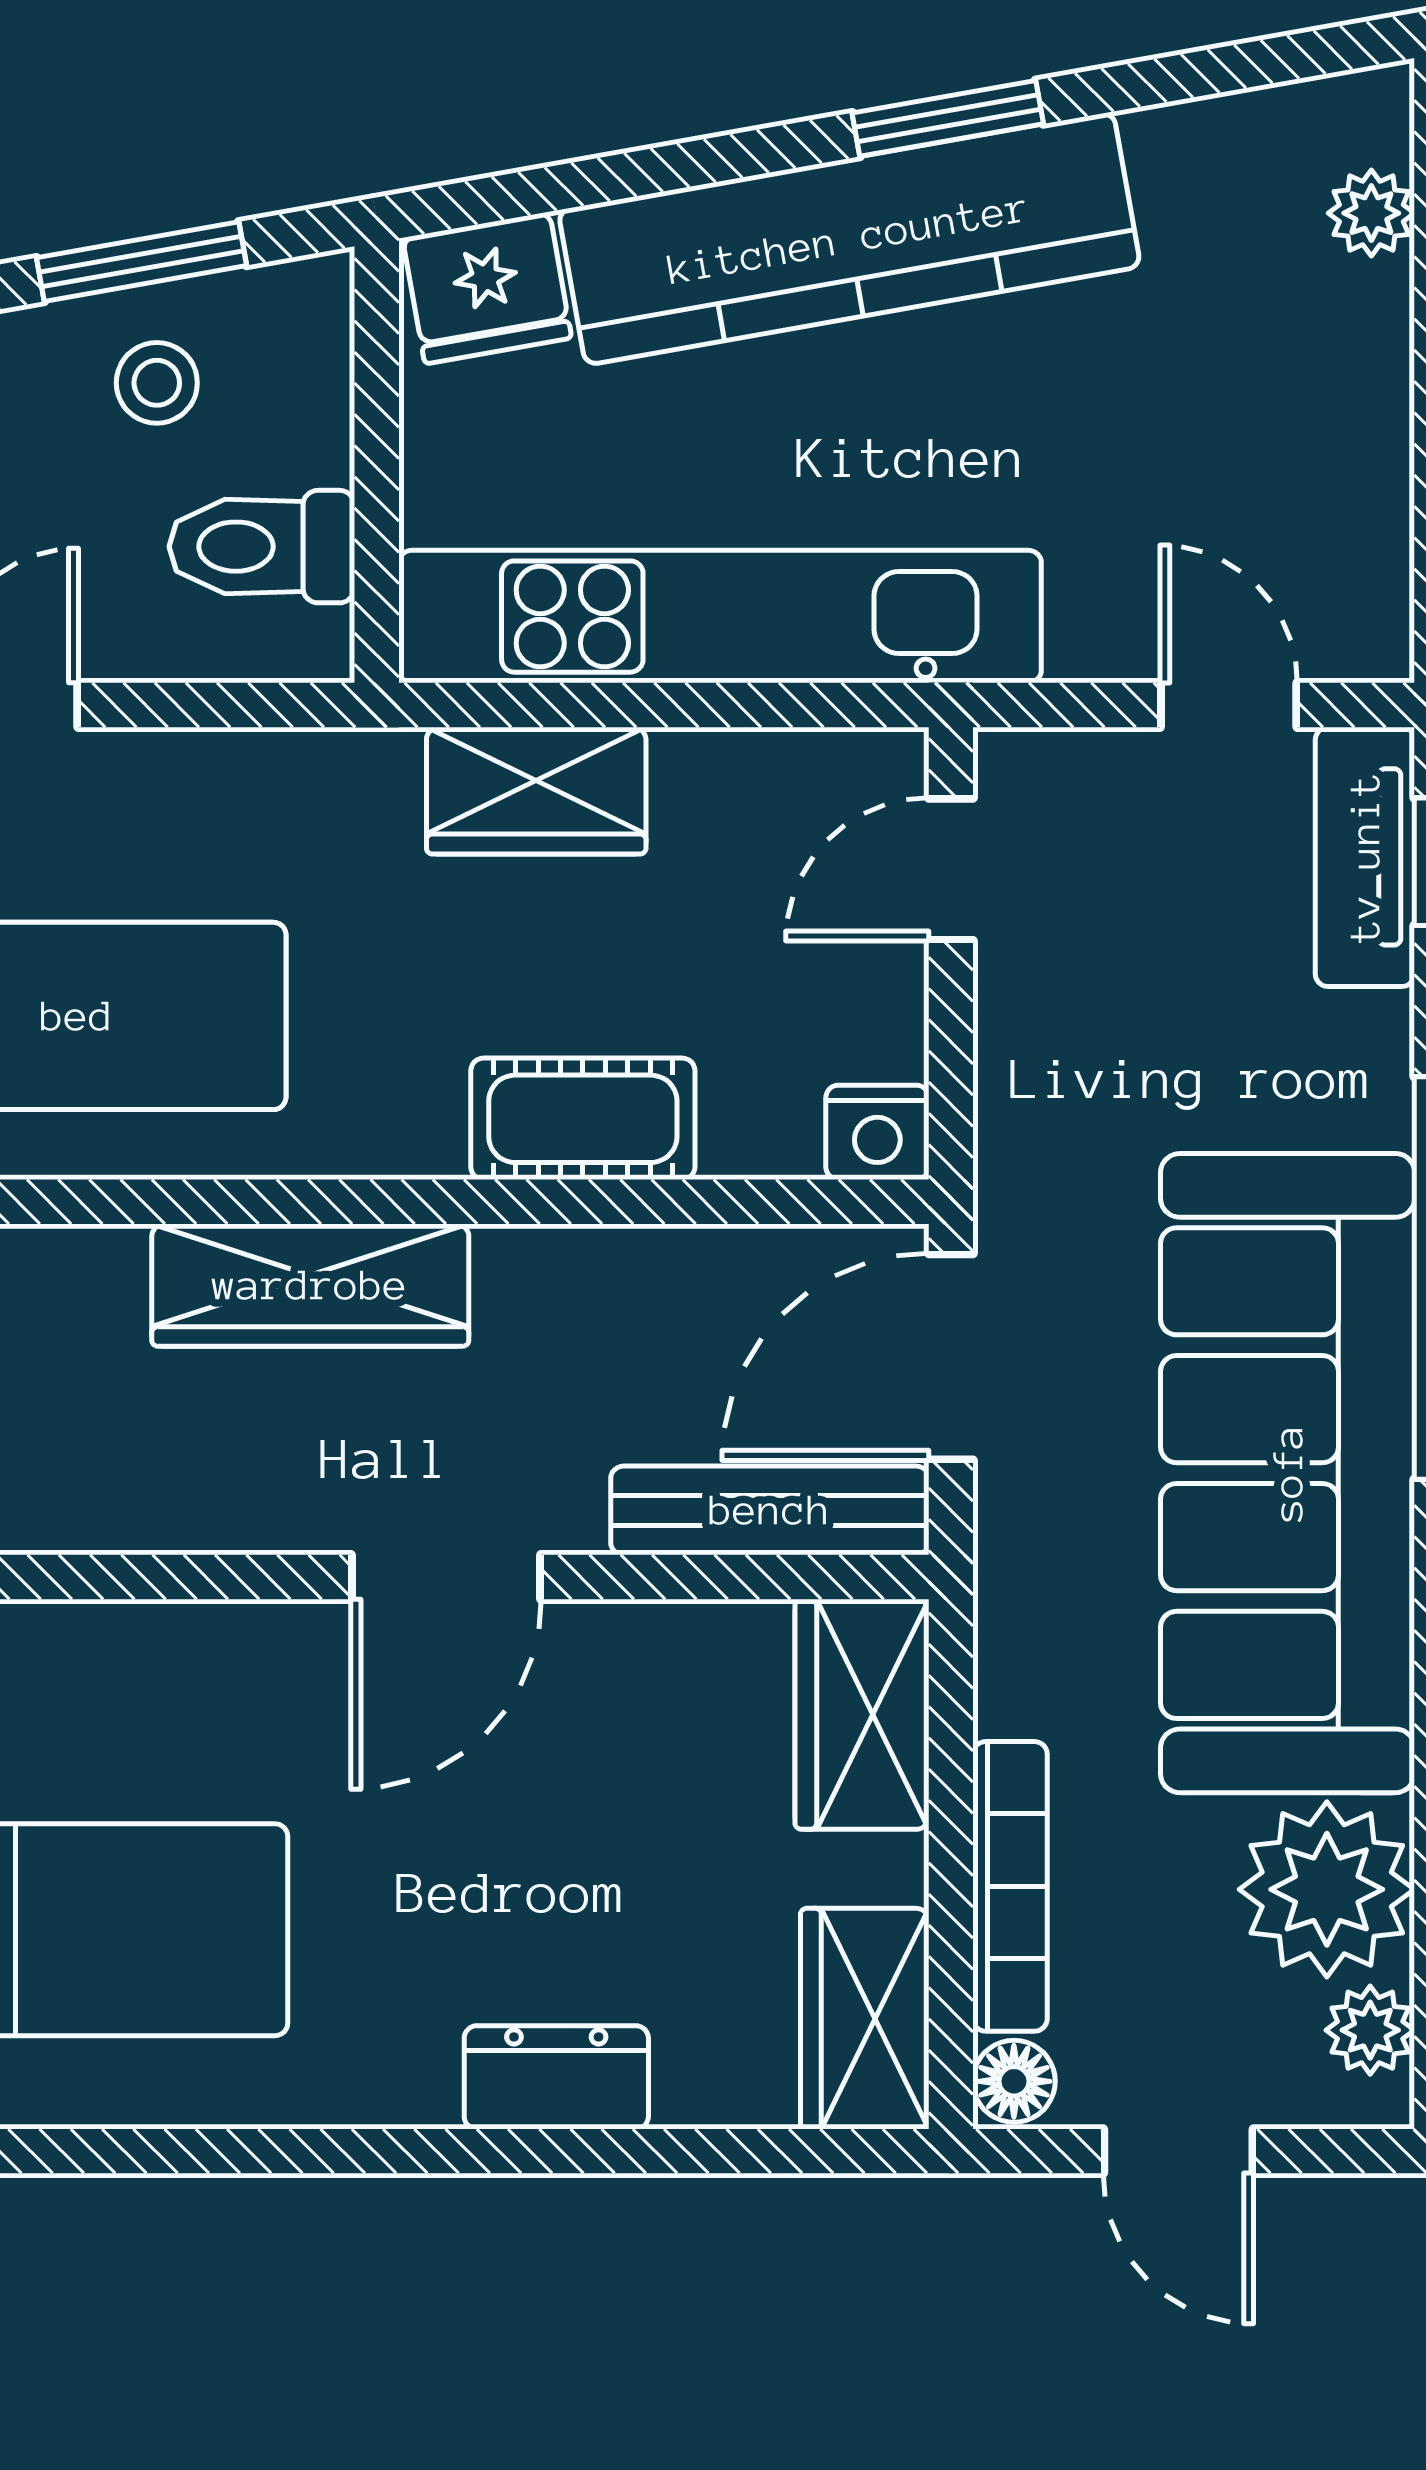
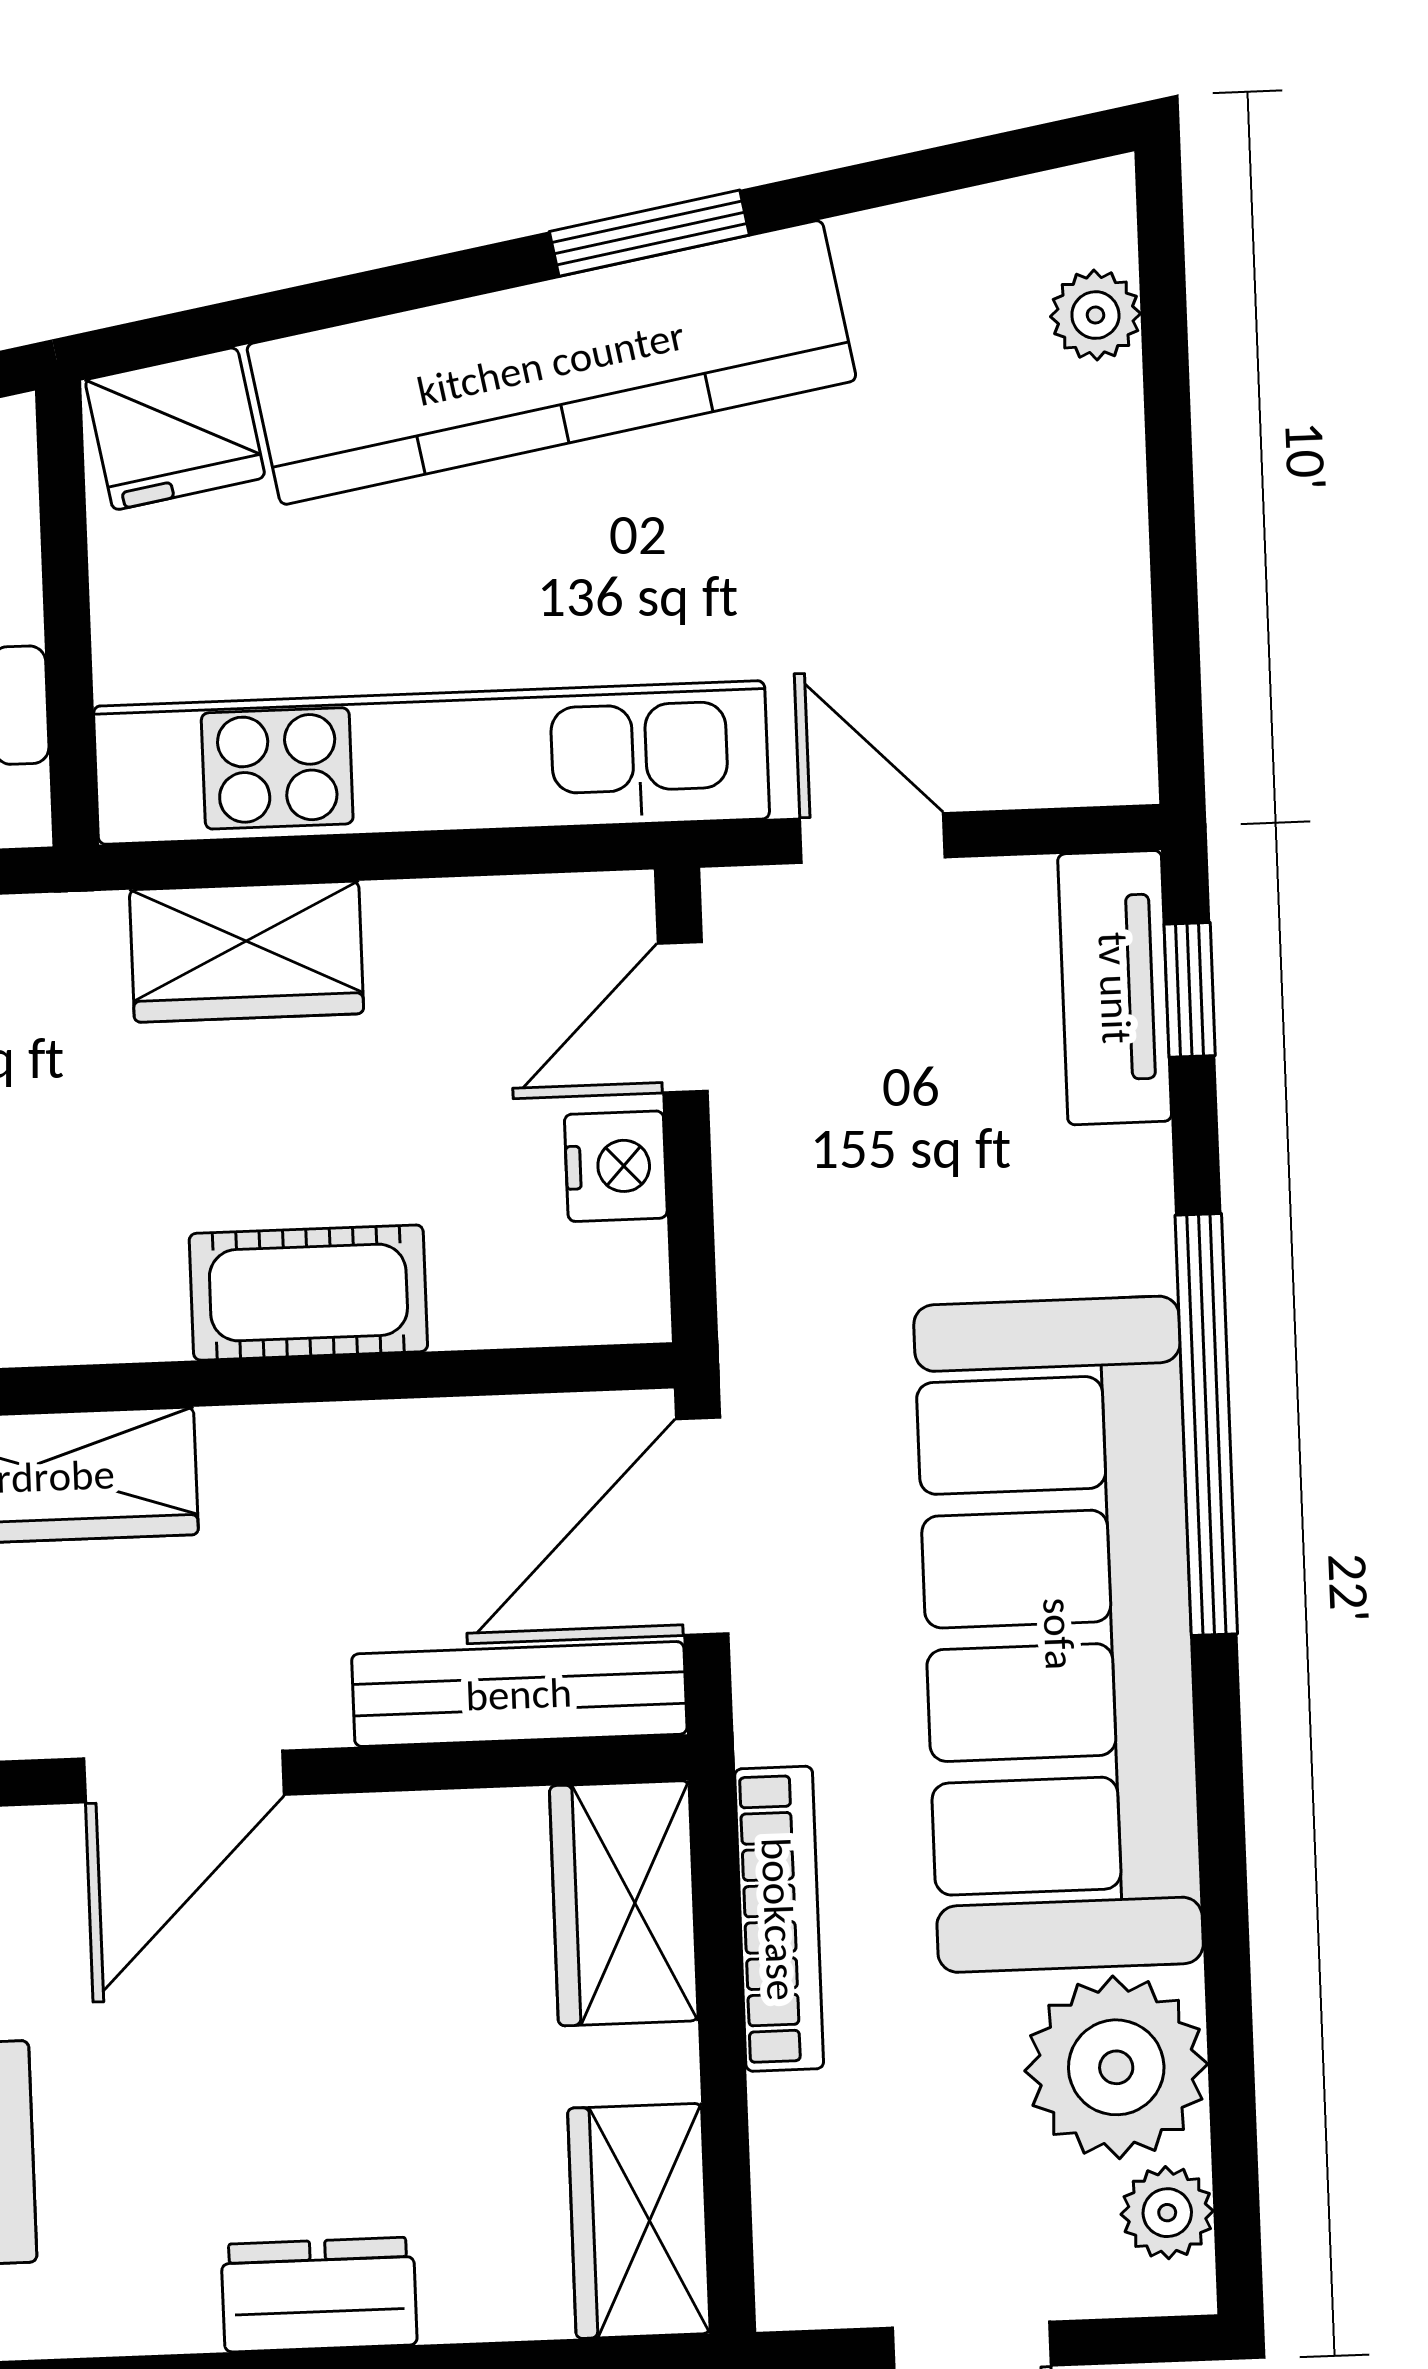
door: (1229, 705) -> (872, 838), moved
nightstand: (877, 1132) -> (616, 1166), moved, turned -90
bookcase: (1010, 1886) -> (779, 1919), moved
floor lamp: (1014, 2081) -> (797, 2280), removed

